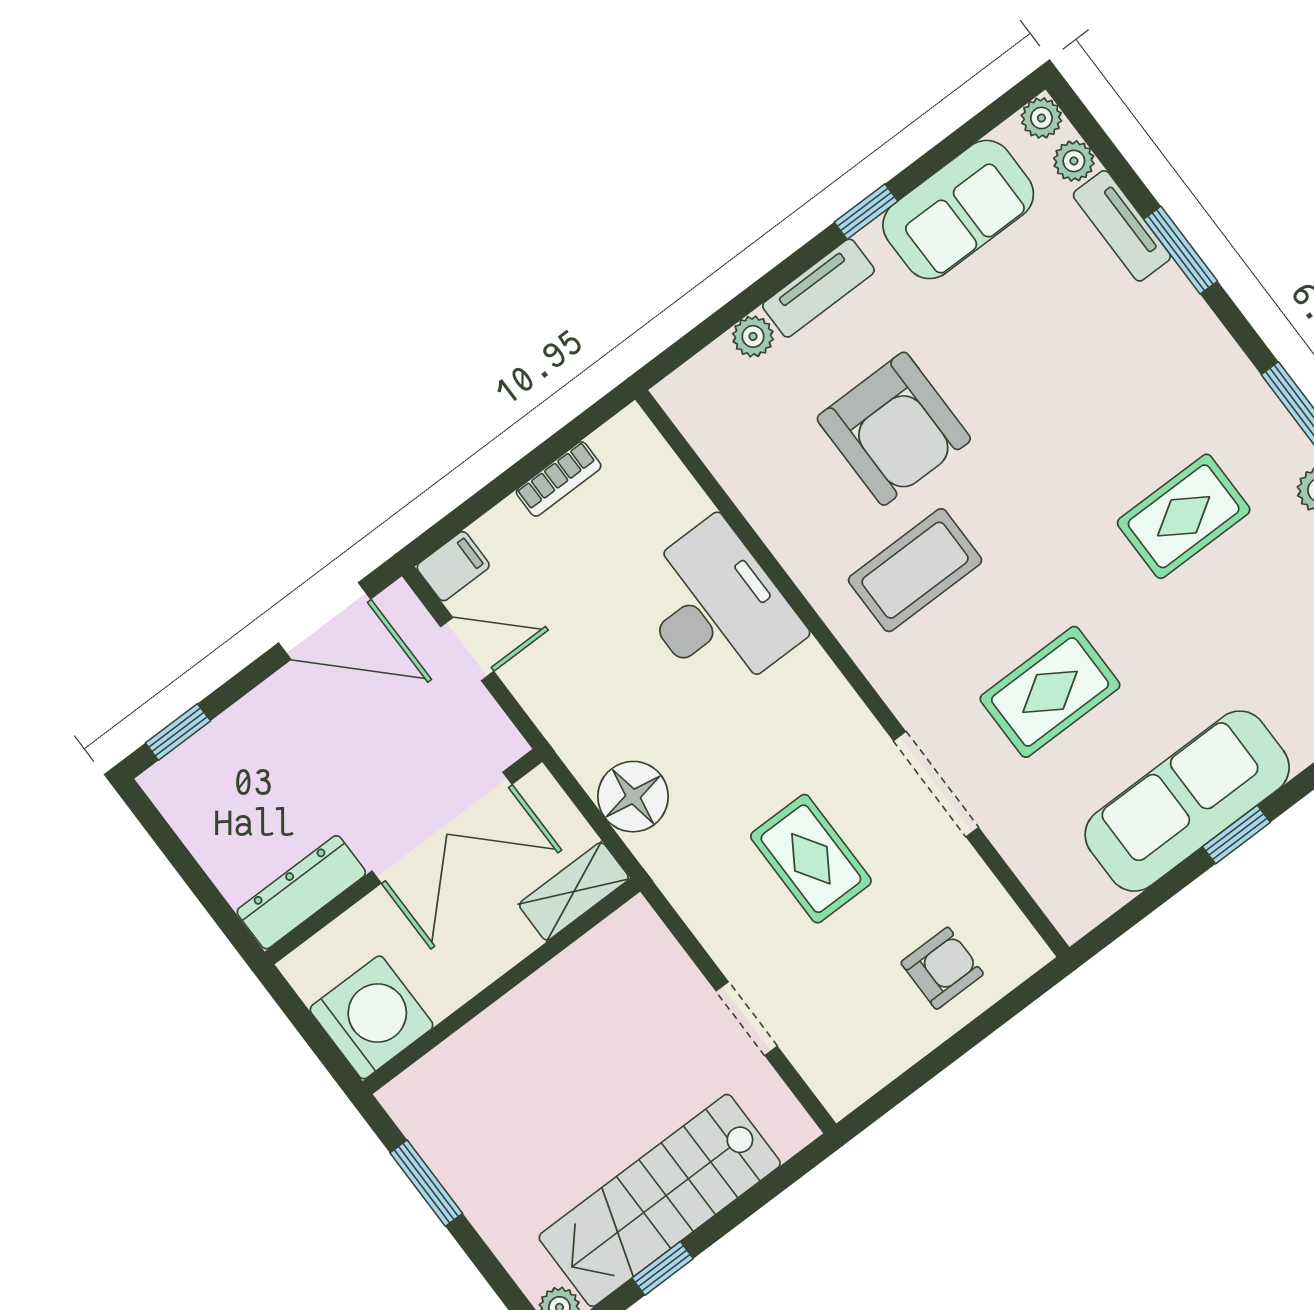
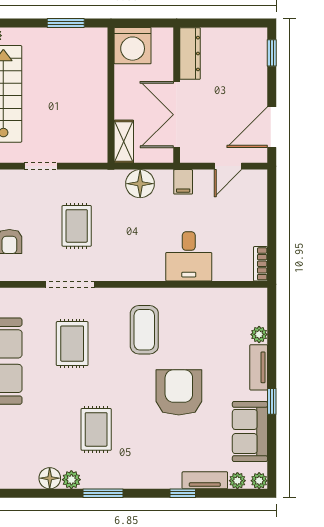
window: (1181, 250) -> (183, 493), width x0.67
armchair: (894, 429) -> (179, 392), moved, turned 90
bookcase: (559, 479) -> (260, 264), moved
filing cabinet: (453, 566) -> (183, 182), moved
desk: (716, 609) -> (189, 256), width x0.73
rug: (811, 859) -> (77, 226), turned 90

